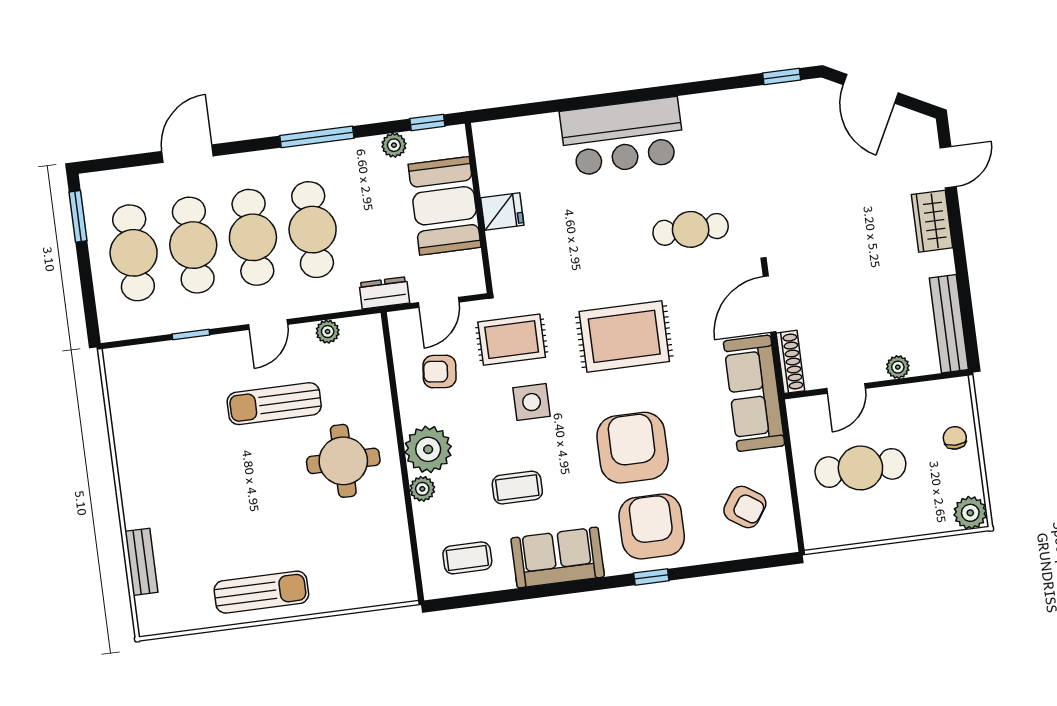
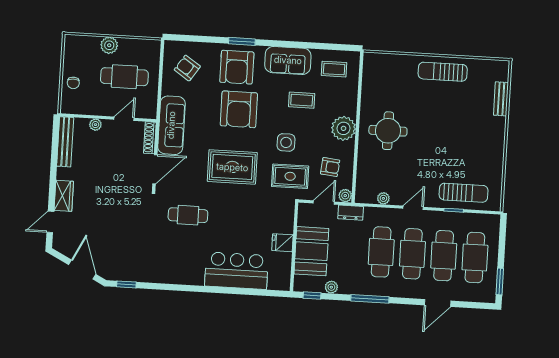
bar counter: (622, 137) -> (236, 271), moved
sun lounger: (274, 404) -> (464, 193), moved
plant: (422, 489) -> (345, 196), moved
plant: (970, 513) -> (109, 45), moved
window: (651, 577) -> (242, 41), width x1.50

